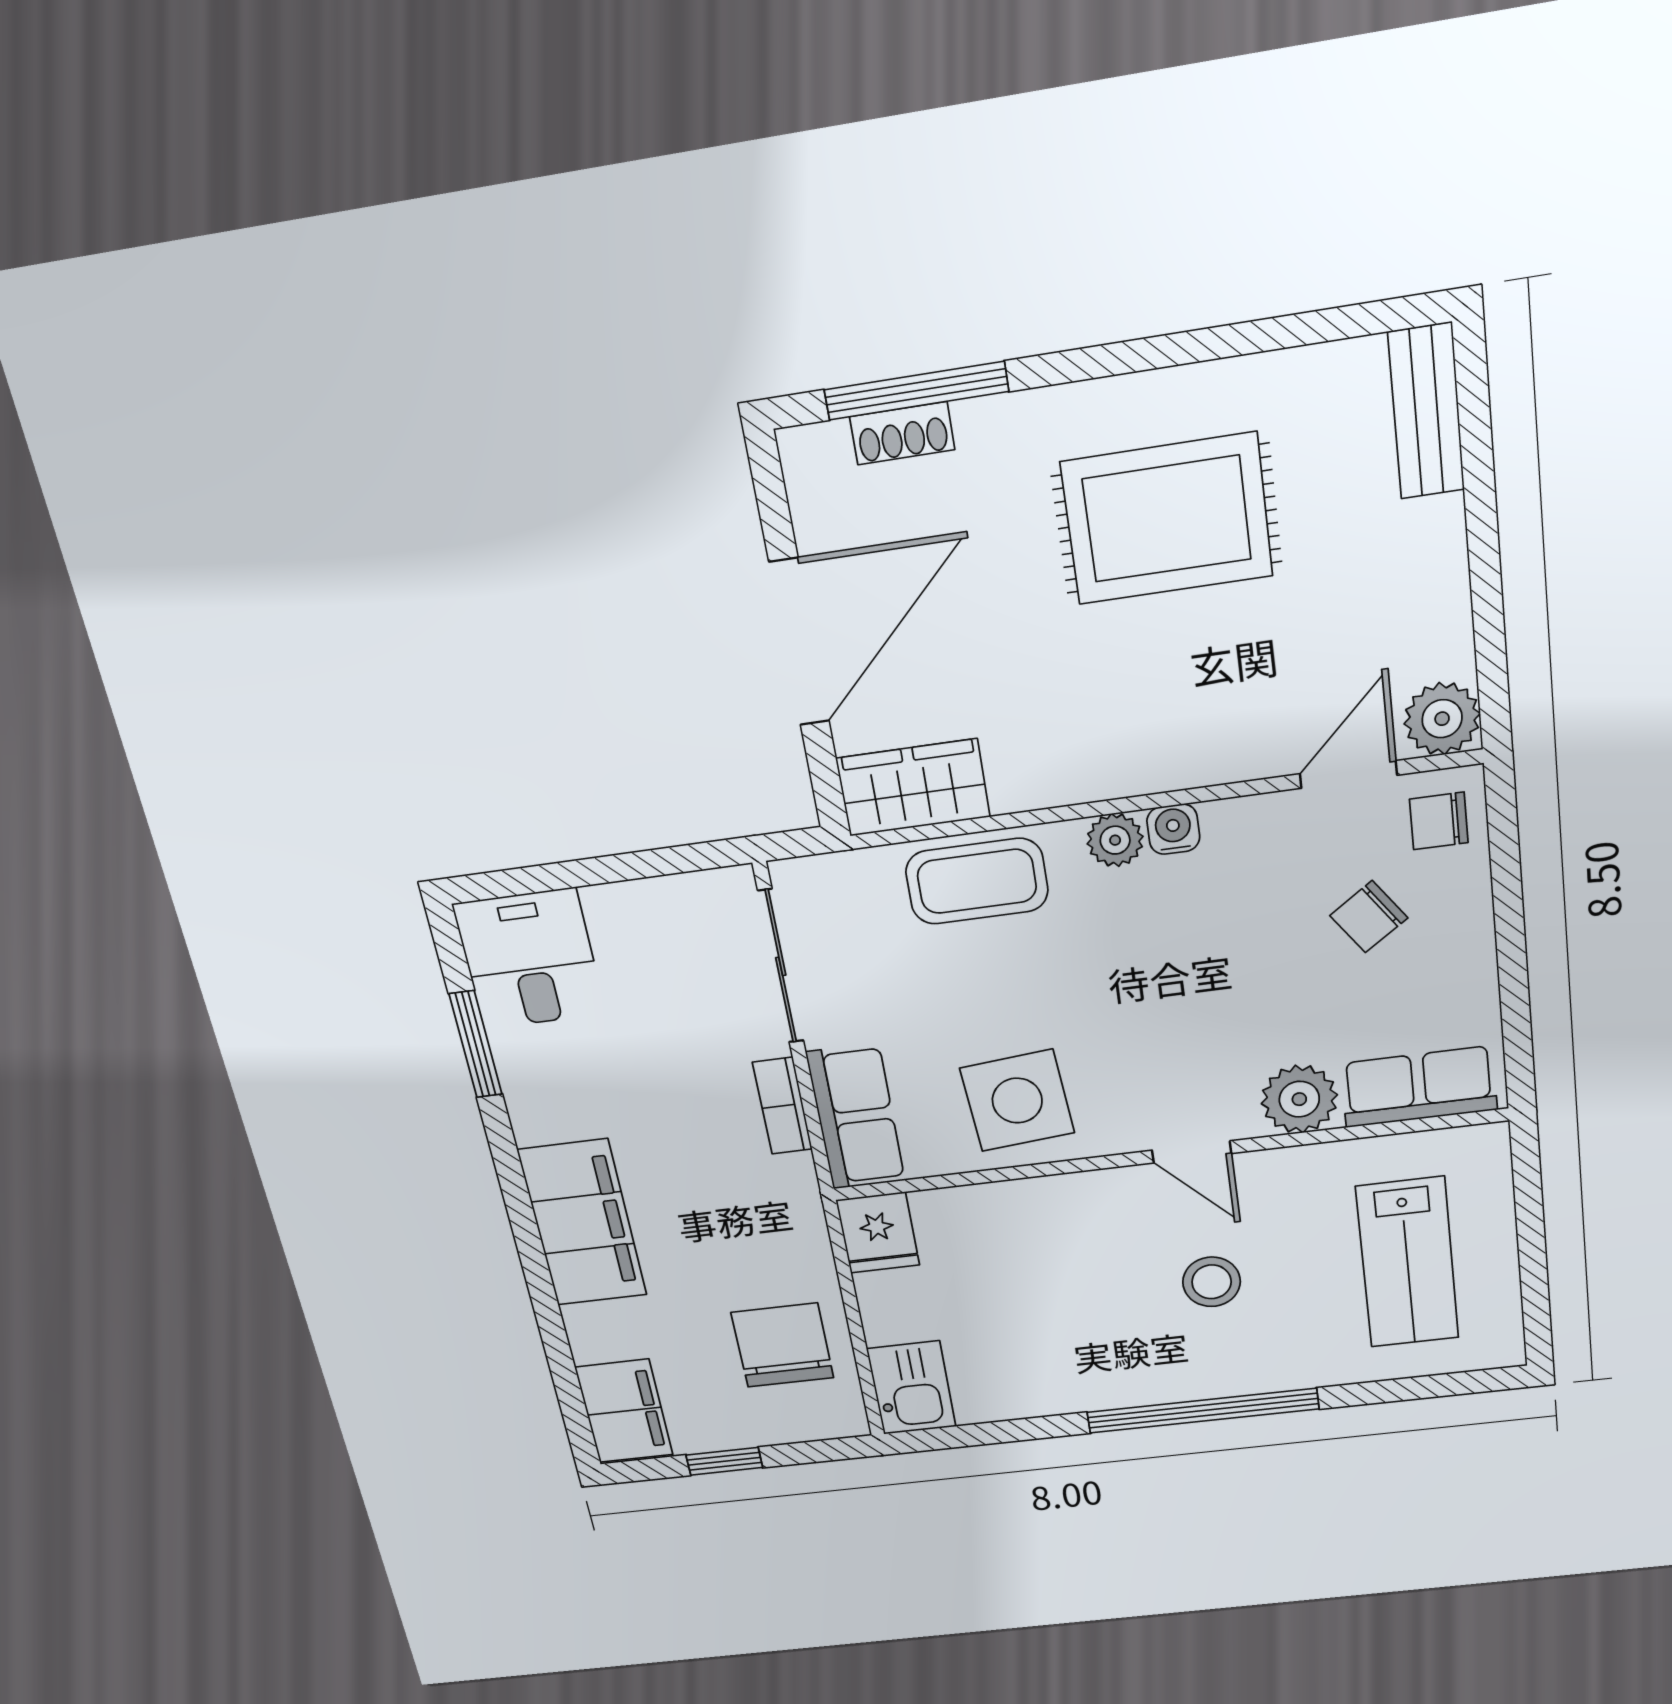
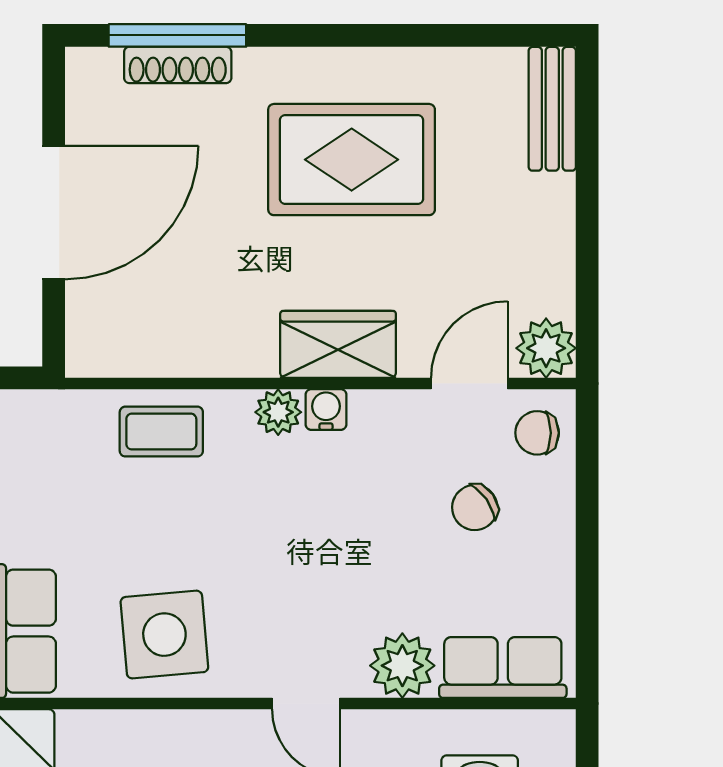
shoe rack: (902, 433) -> (178, 65), width x1.43
wardrobe: (913, 788) -> (338, 344), moved
coffee table: (977, 881) -> (161, 432), width x0.73, depth x0.77

